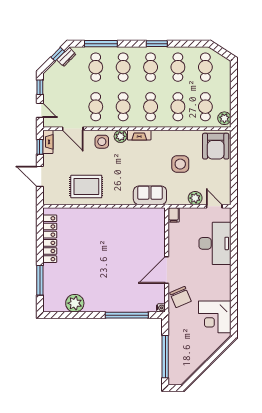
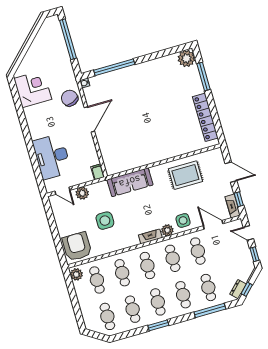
sofa: (150, 195) -> (130, 182), width x1.36
plant: (75, 303) -> (186, 58), moved

